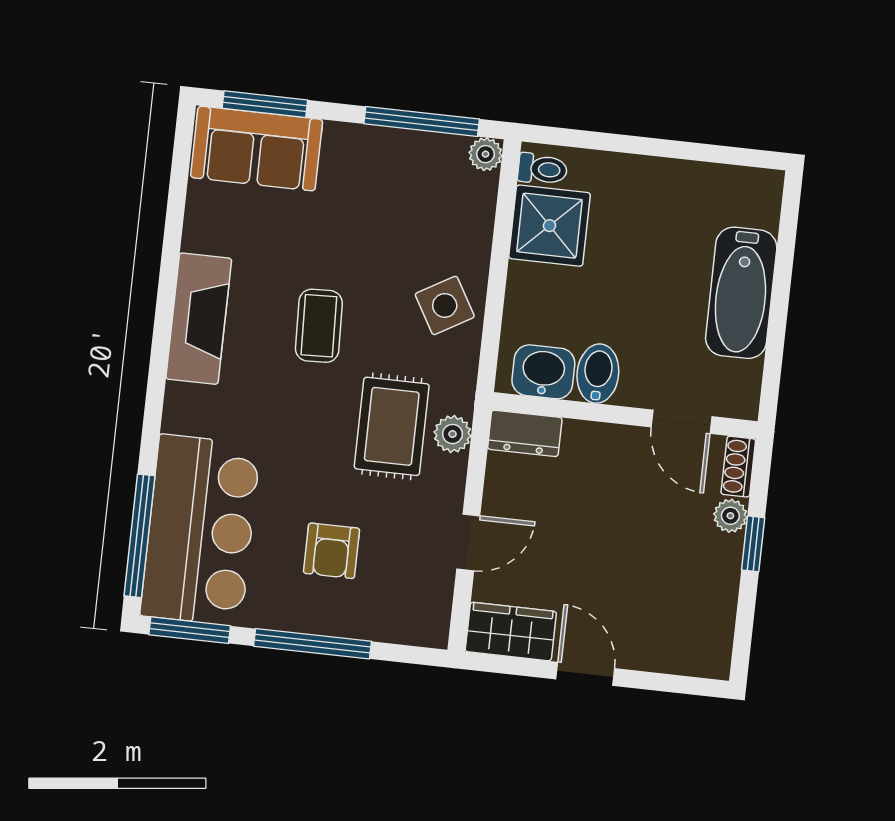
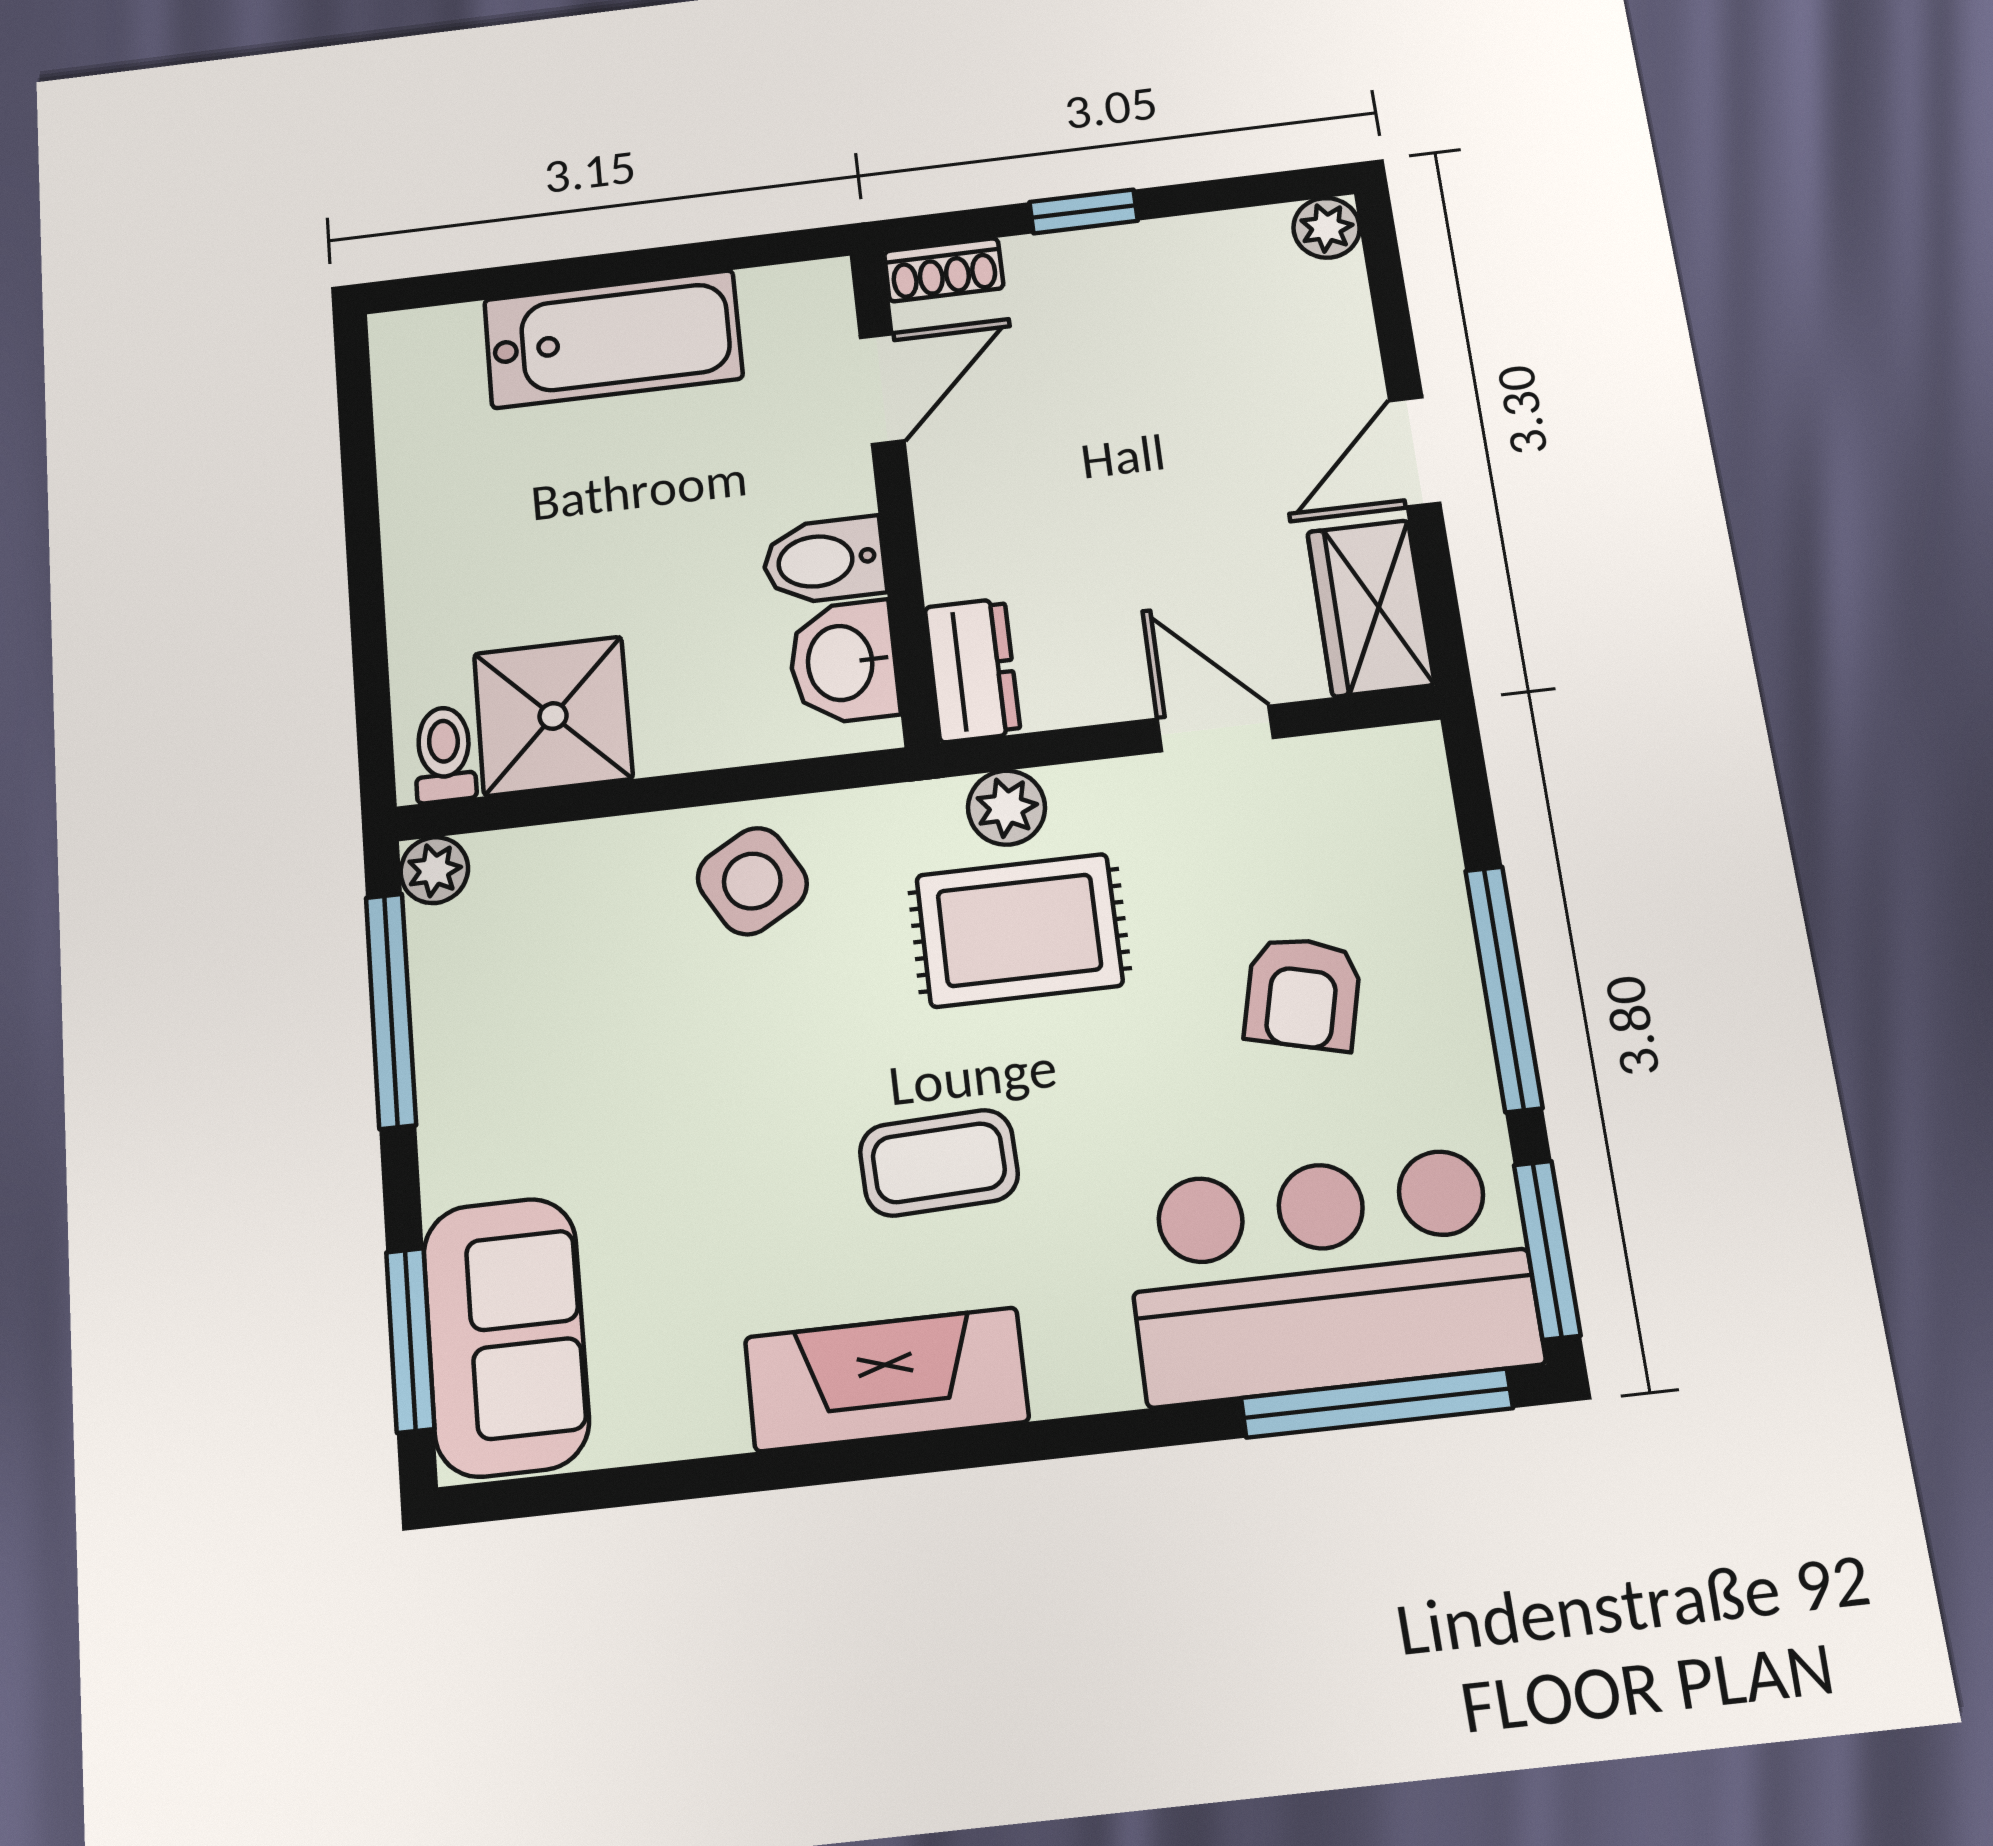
coffee table: (319, 326) -> (939, 1163), moved
plant: (730, 516) -> (1326, 228), moved
armchair: (332, 551) -> (1303, 993), turned 104

